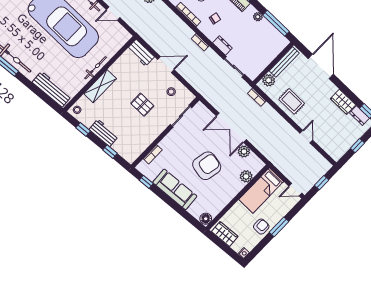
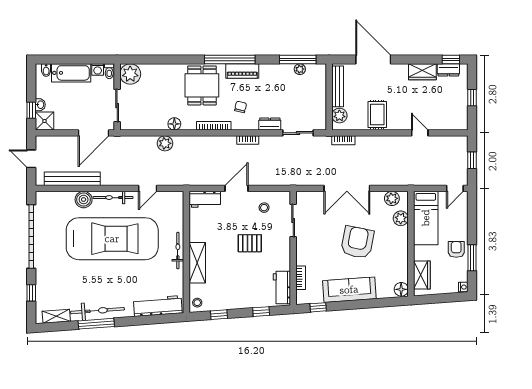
plant: (258, 17) -> (300, 69), moved
rug: (292, 101) -> (377, 114), turned 90
workbench: (104, 133) -> (282, 287), moved, turned -86
plant: (244, 151) -> (392, 198), moved
window: (279, 227) -> (472, 258), moved
wardrobe: (225, 234) -> (422, 275), moved, turned 94

